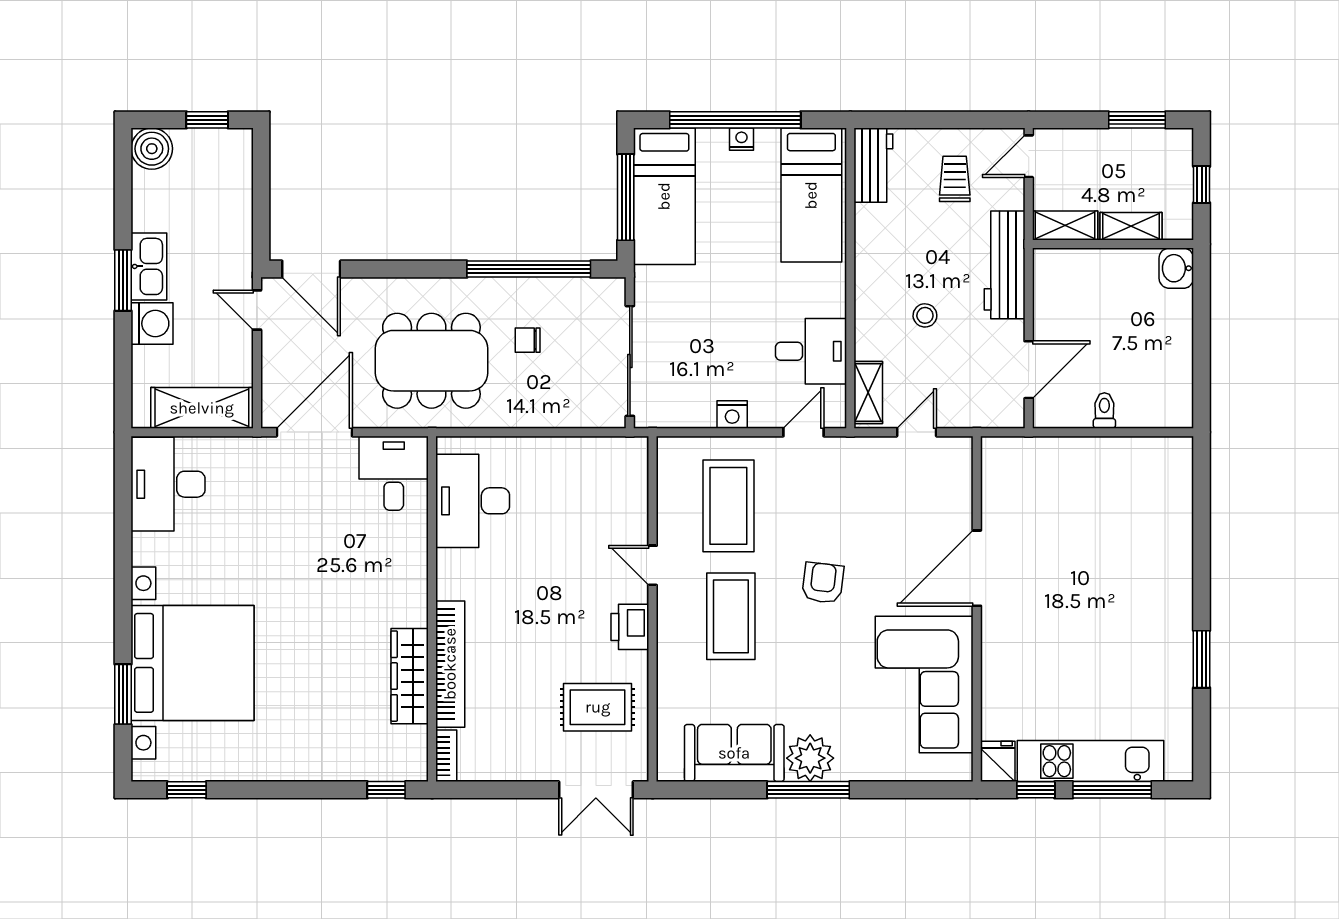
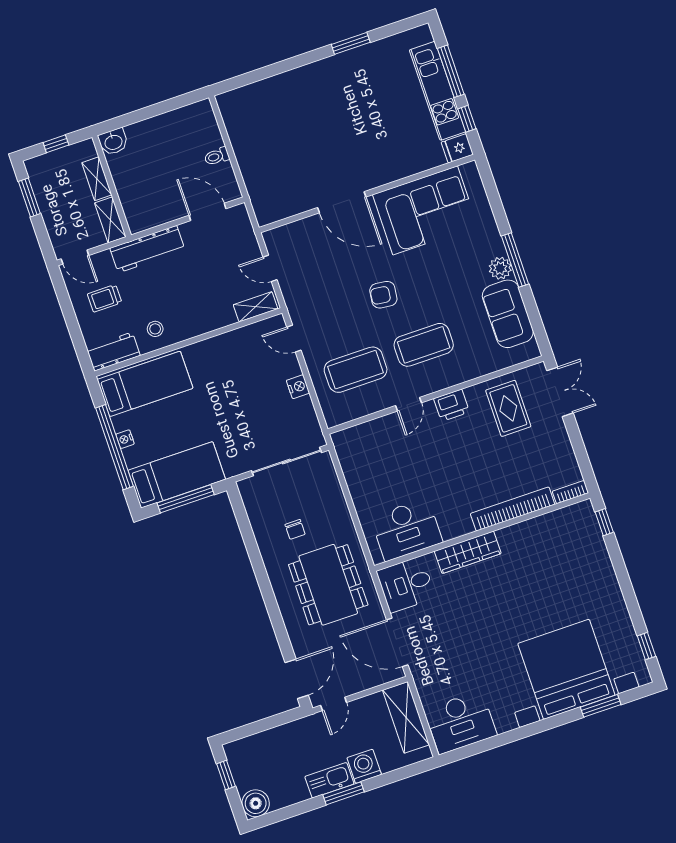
window: (529, 269) -> (251, 544), removed
stool: (925, 315) -> (155, 329), moved
desk: (811, 351) -> (242, 351), removed
wardrobe: (410, 676) -> (468, 552), moved
plant: (810, 758) -> (500, 268), width x0.73, depth x0.73

